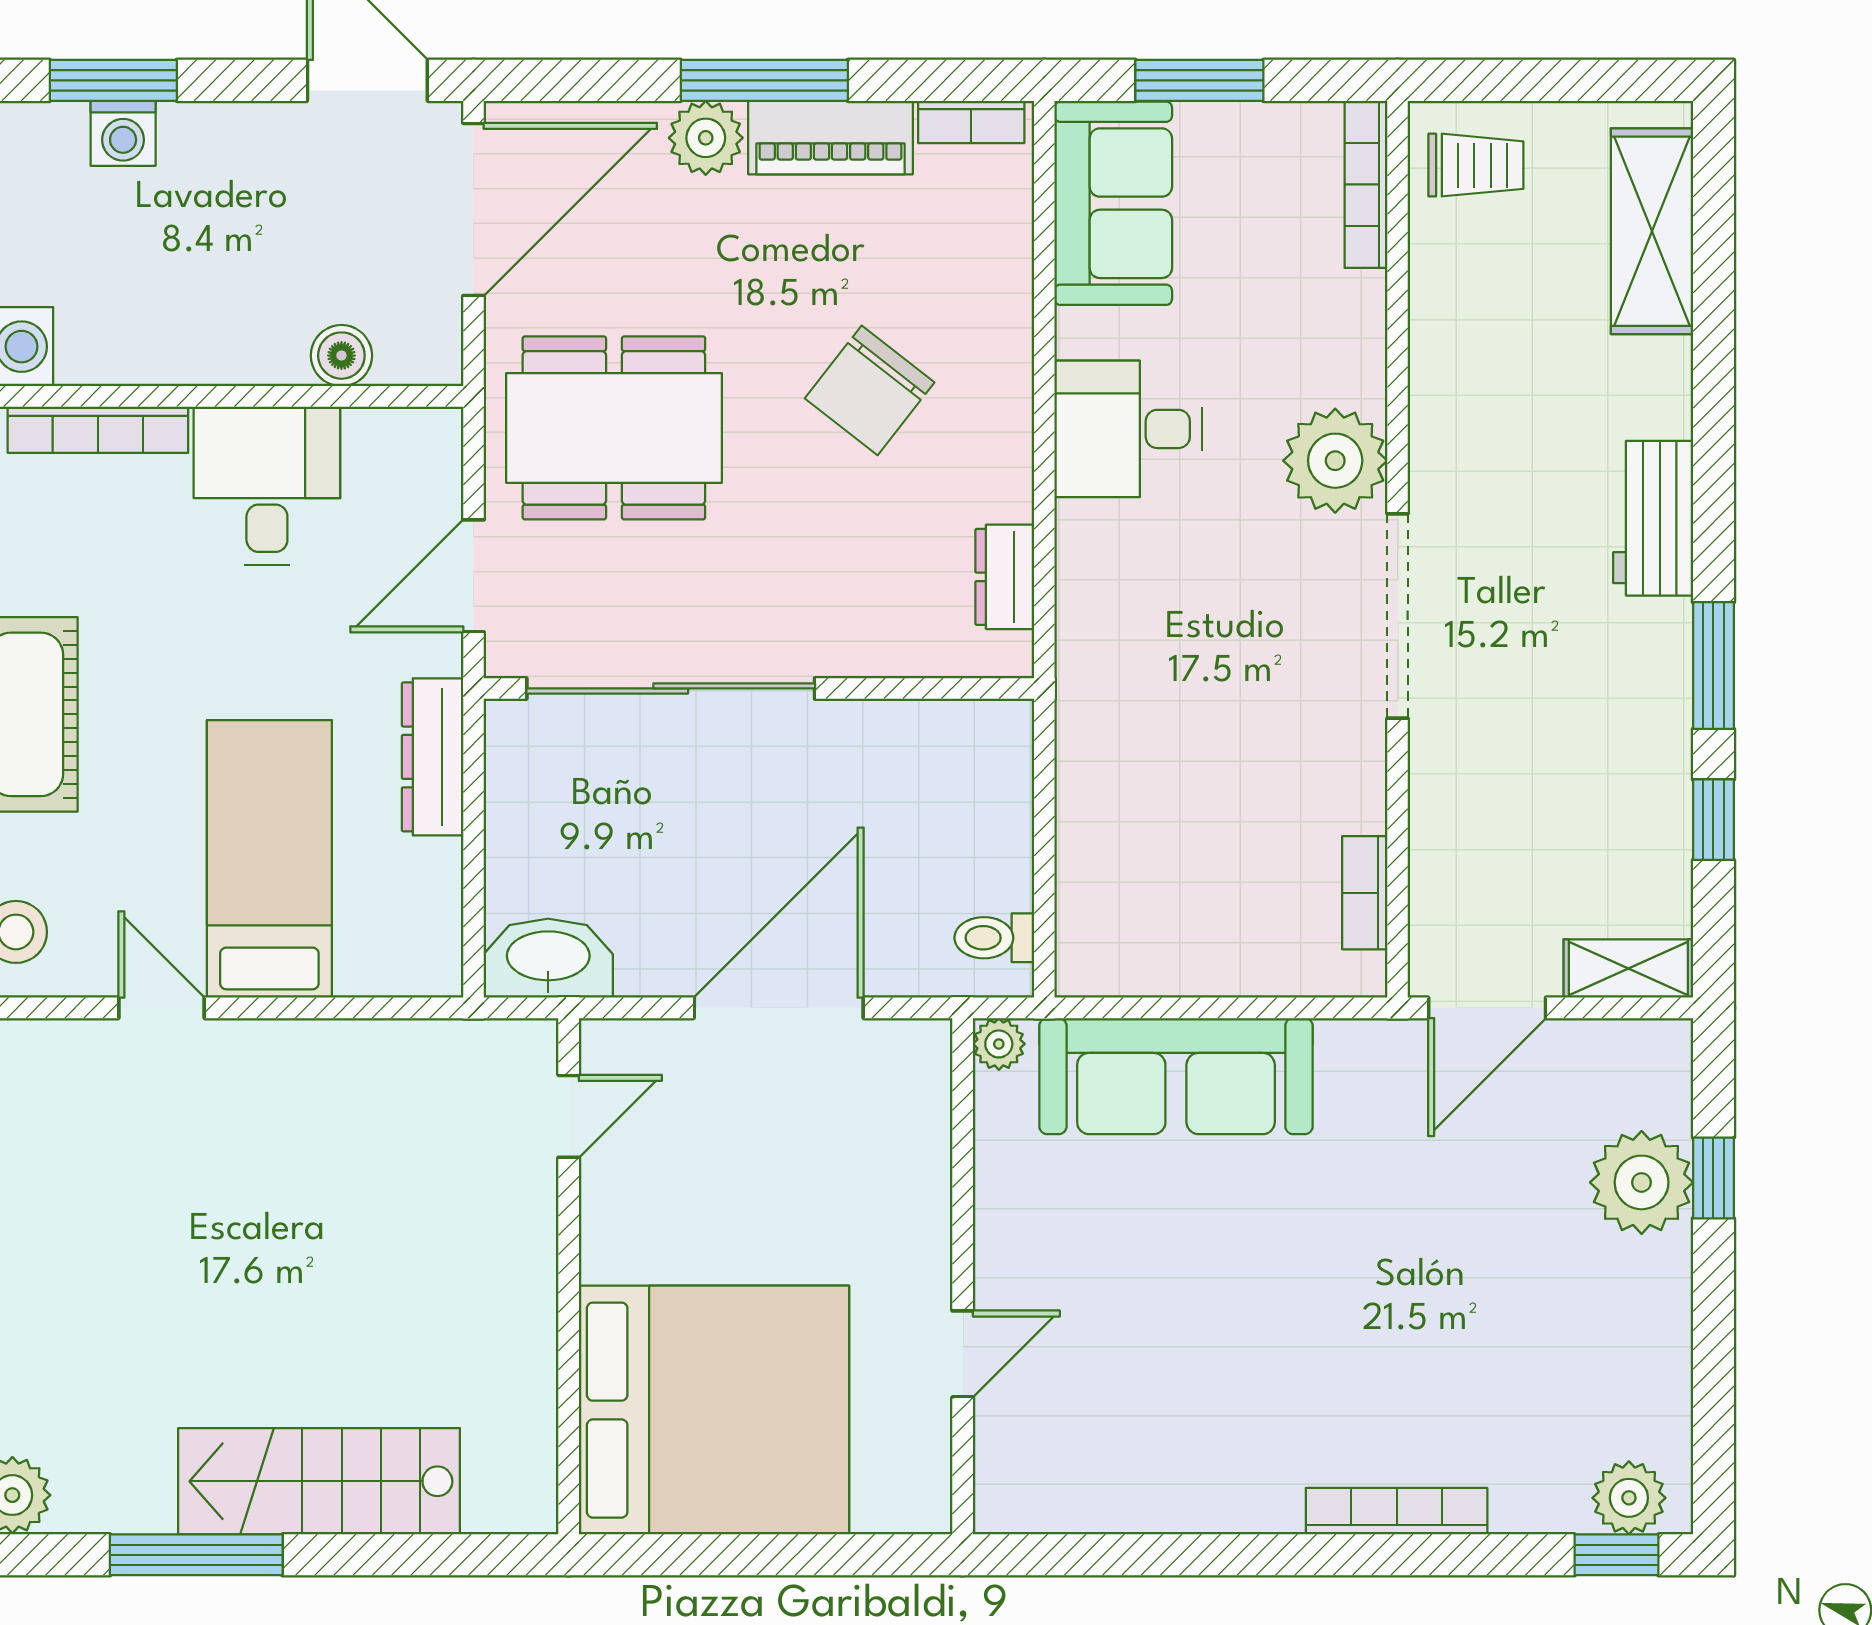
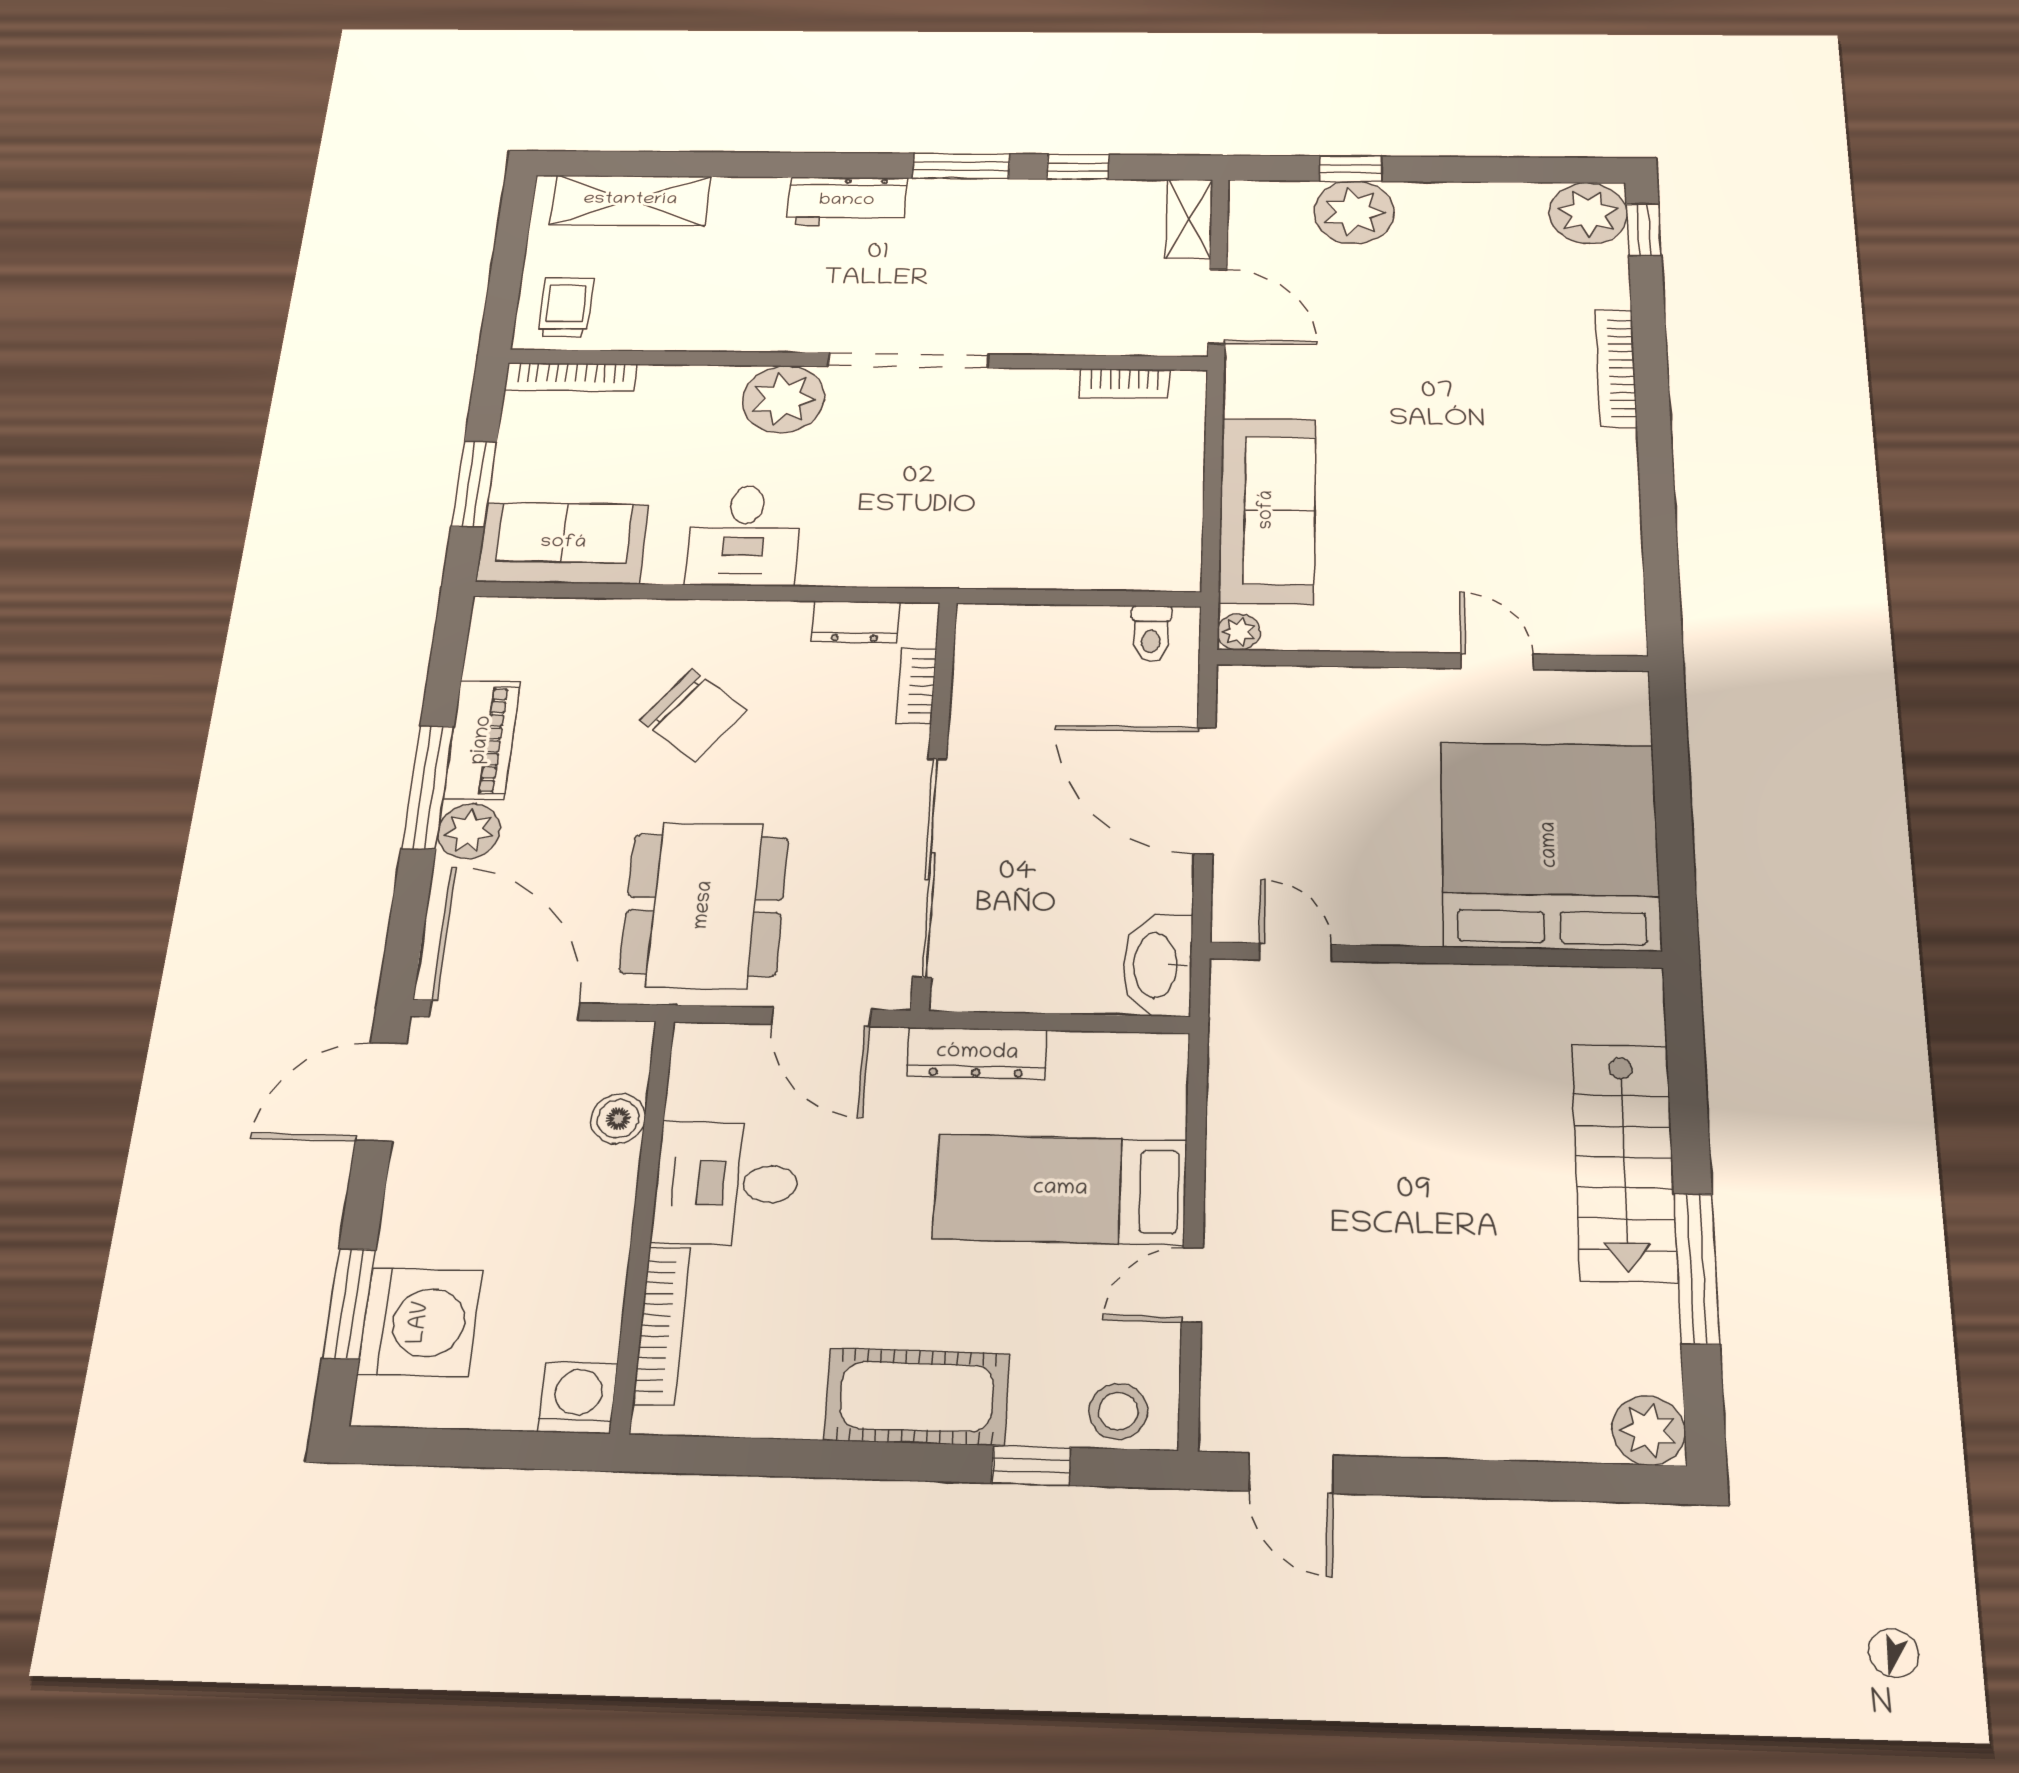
bookcase: (971, 122) -> (916, 686), moved, turned 180
washing machine: (123, 133) -> (420, 1322), width x1.89, depth x1.89
plant: (1629, 1498) -> (1588, 213), width x1.36, depth x1.36

